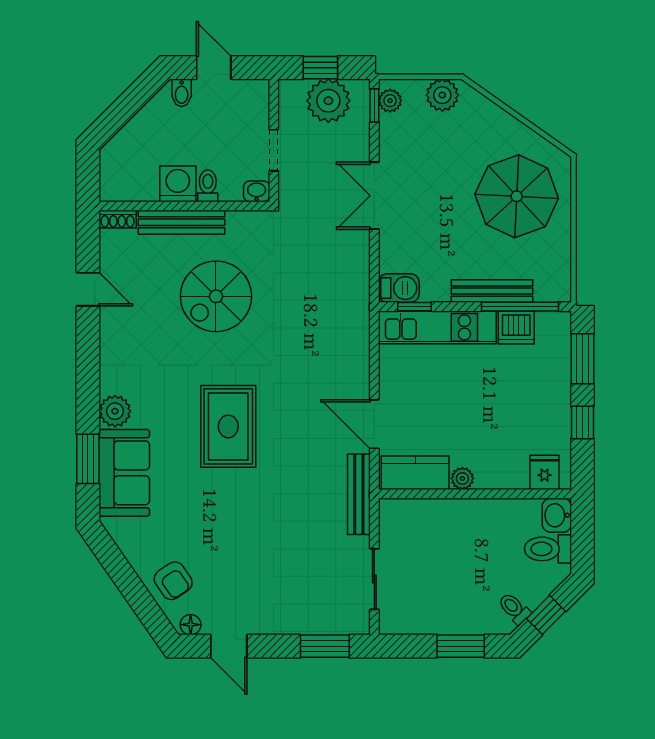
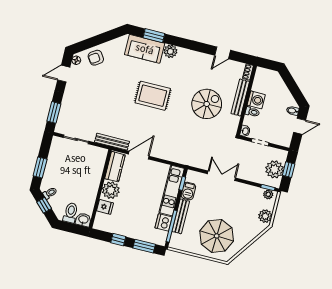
double door: (374, 196) -> (221, 176), moved
barbecue: (399, 288) -> (188, 191), moved
spiral stairs: (216, 296) -> (207, 104), turned 90
fridge: (545, 472) -> (105, 207), moved
plant: (462, 478) -> (111, 190), width x1.88, depth x1.88

